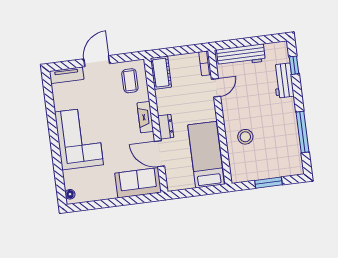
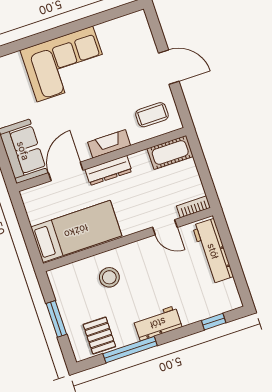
tv unit: (67, 75) -> (143, 32), removed
workbench: (283, 81) -> (158, 323), moved
dresser: (166, 127) -> (108, 170), width x1.44
pallet: (287, 153) -> (99, 335), added

